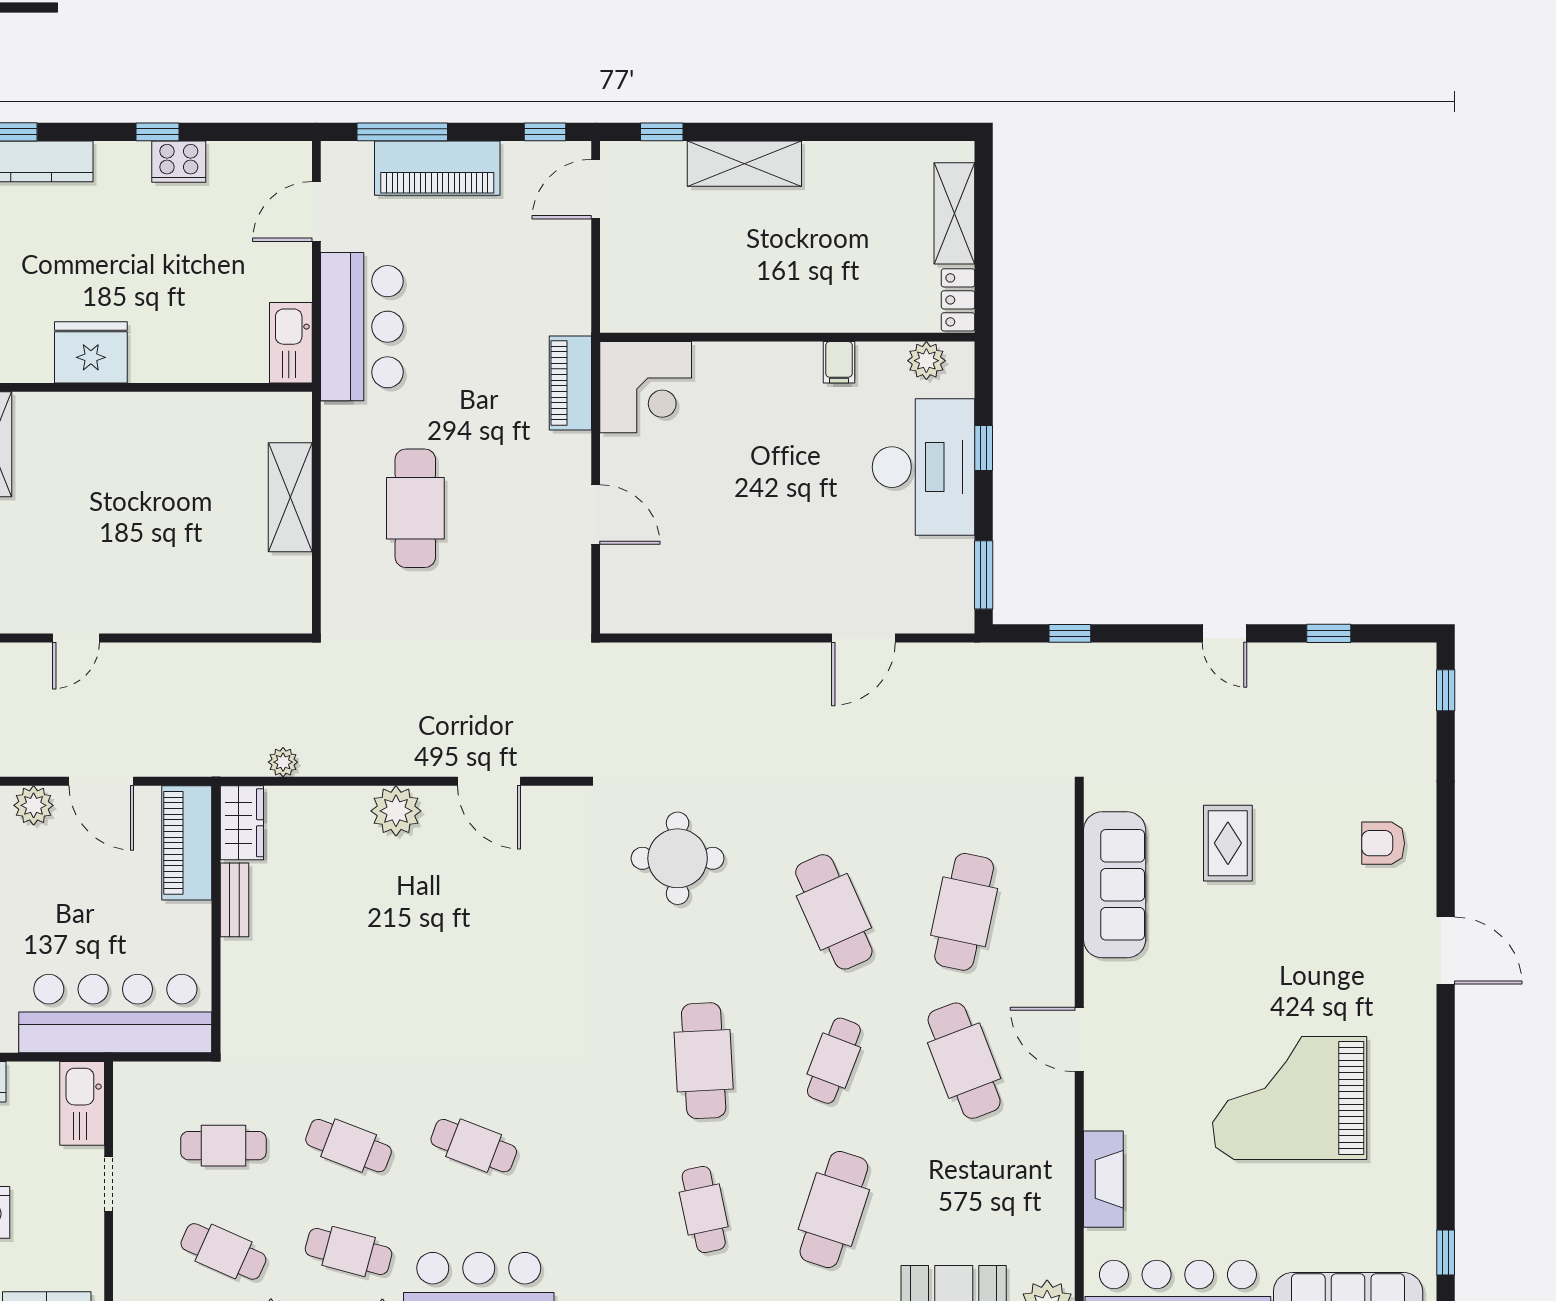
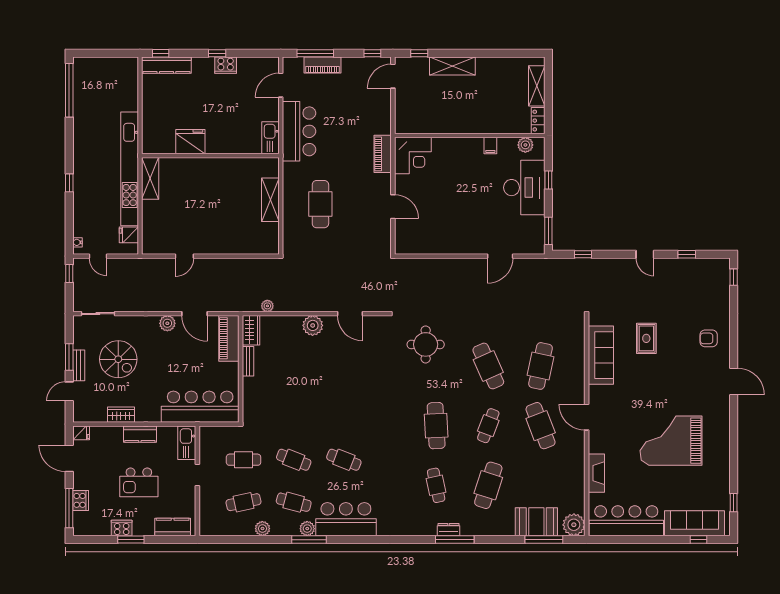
piano: (437, 168) -> (323, 65), width x0.73, depth x0.75
cafe table: (223, 1251) -> (244, 502), turned -36

